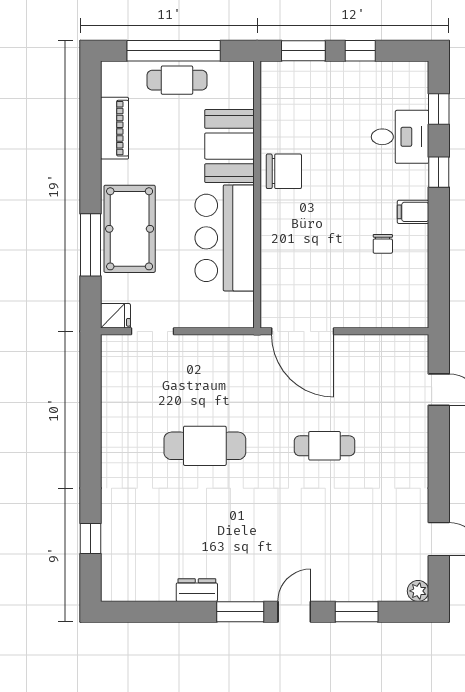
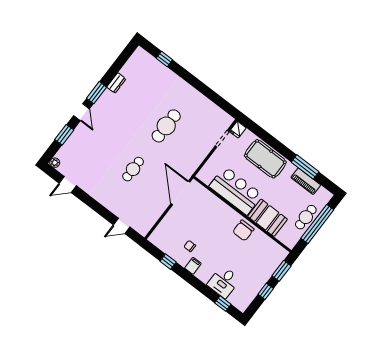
window: (439, 172) -> (168, 262), moved
window: (91, 245) -> (305, 167), moved
door: (303, 331) -> (180, 193), hinge flipped

